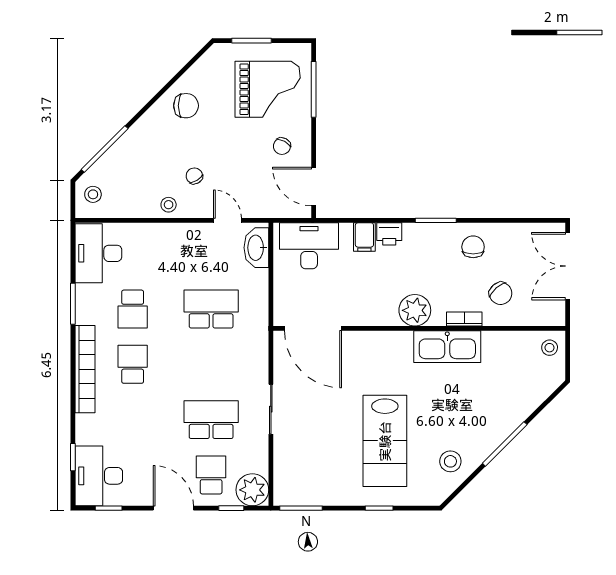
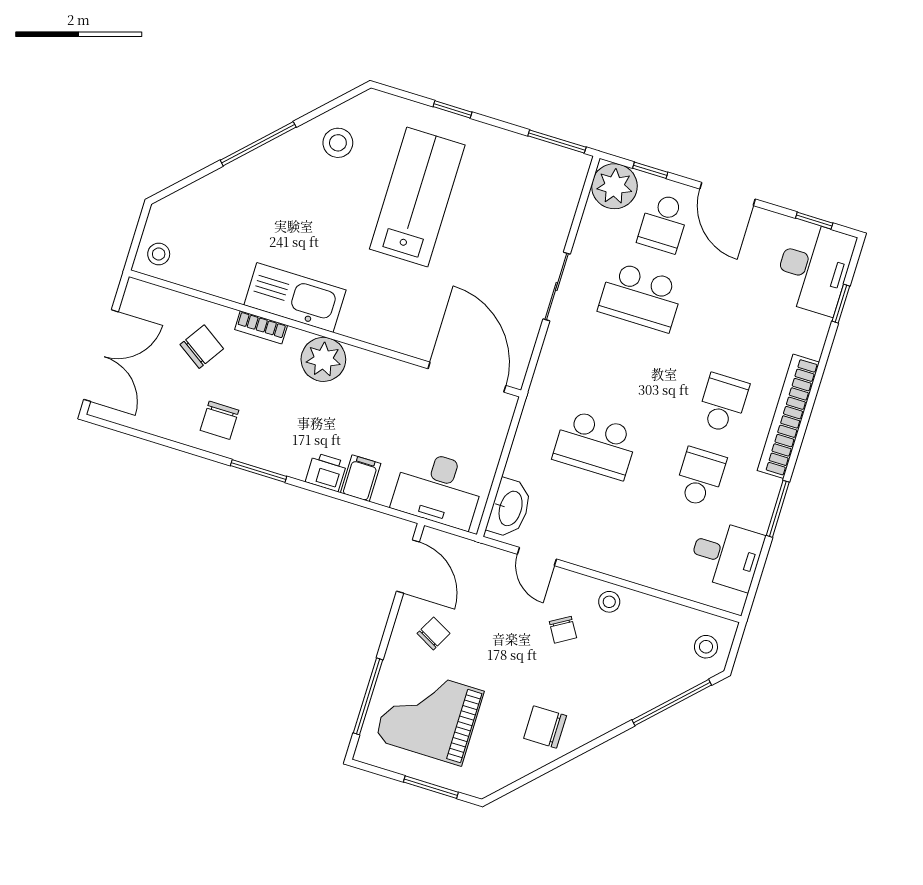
desk: (98, 253) -> (726, 555), width x0.73
chair: (501, 293) -> (202, 347), turned 75
school desk: (133, 364) -> (723, 403), turned 180

